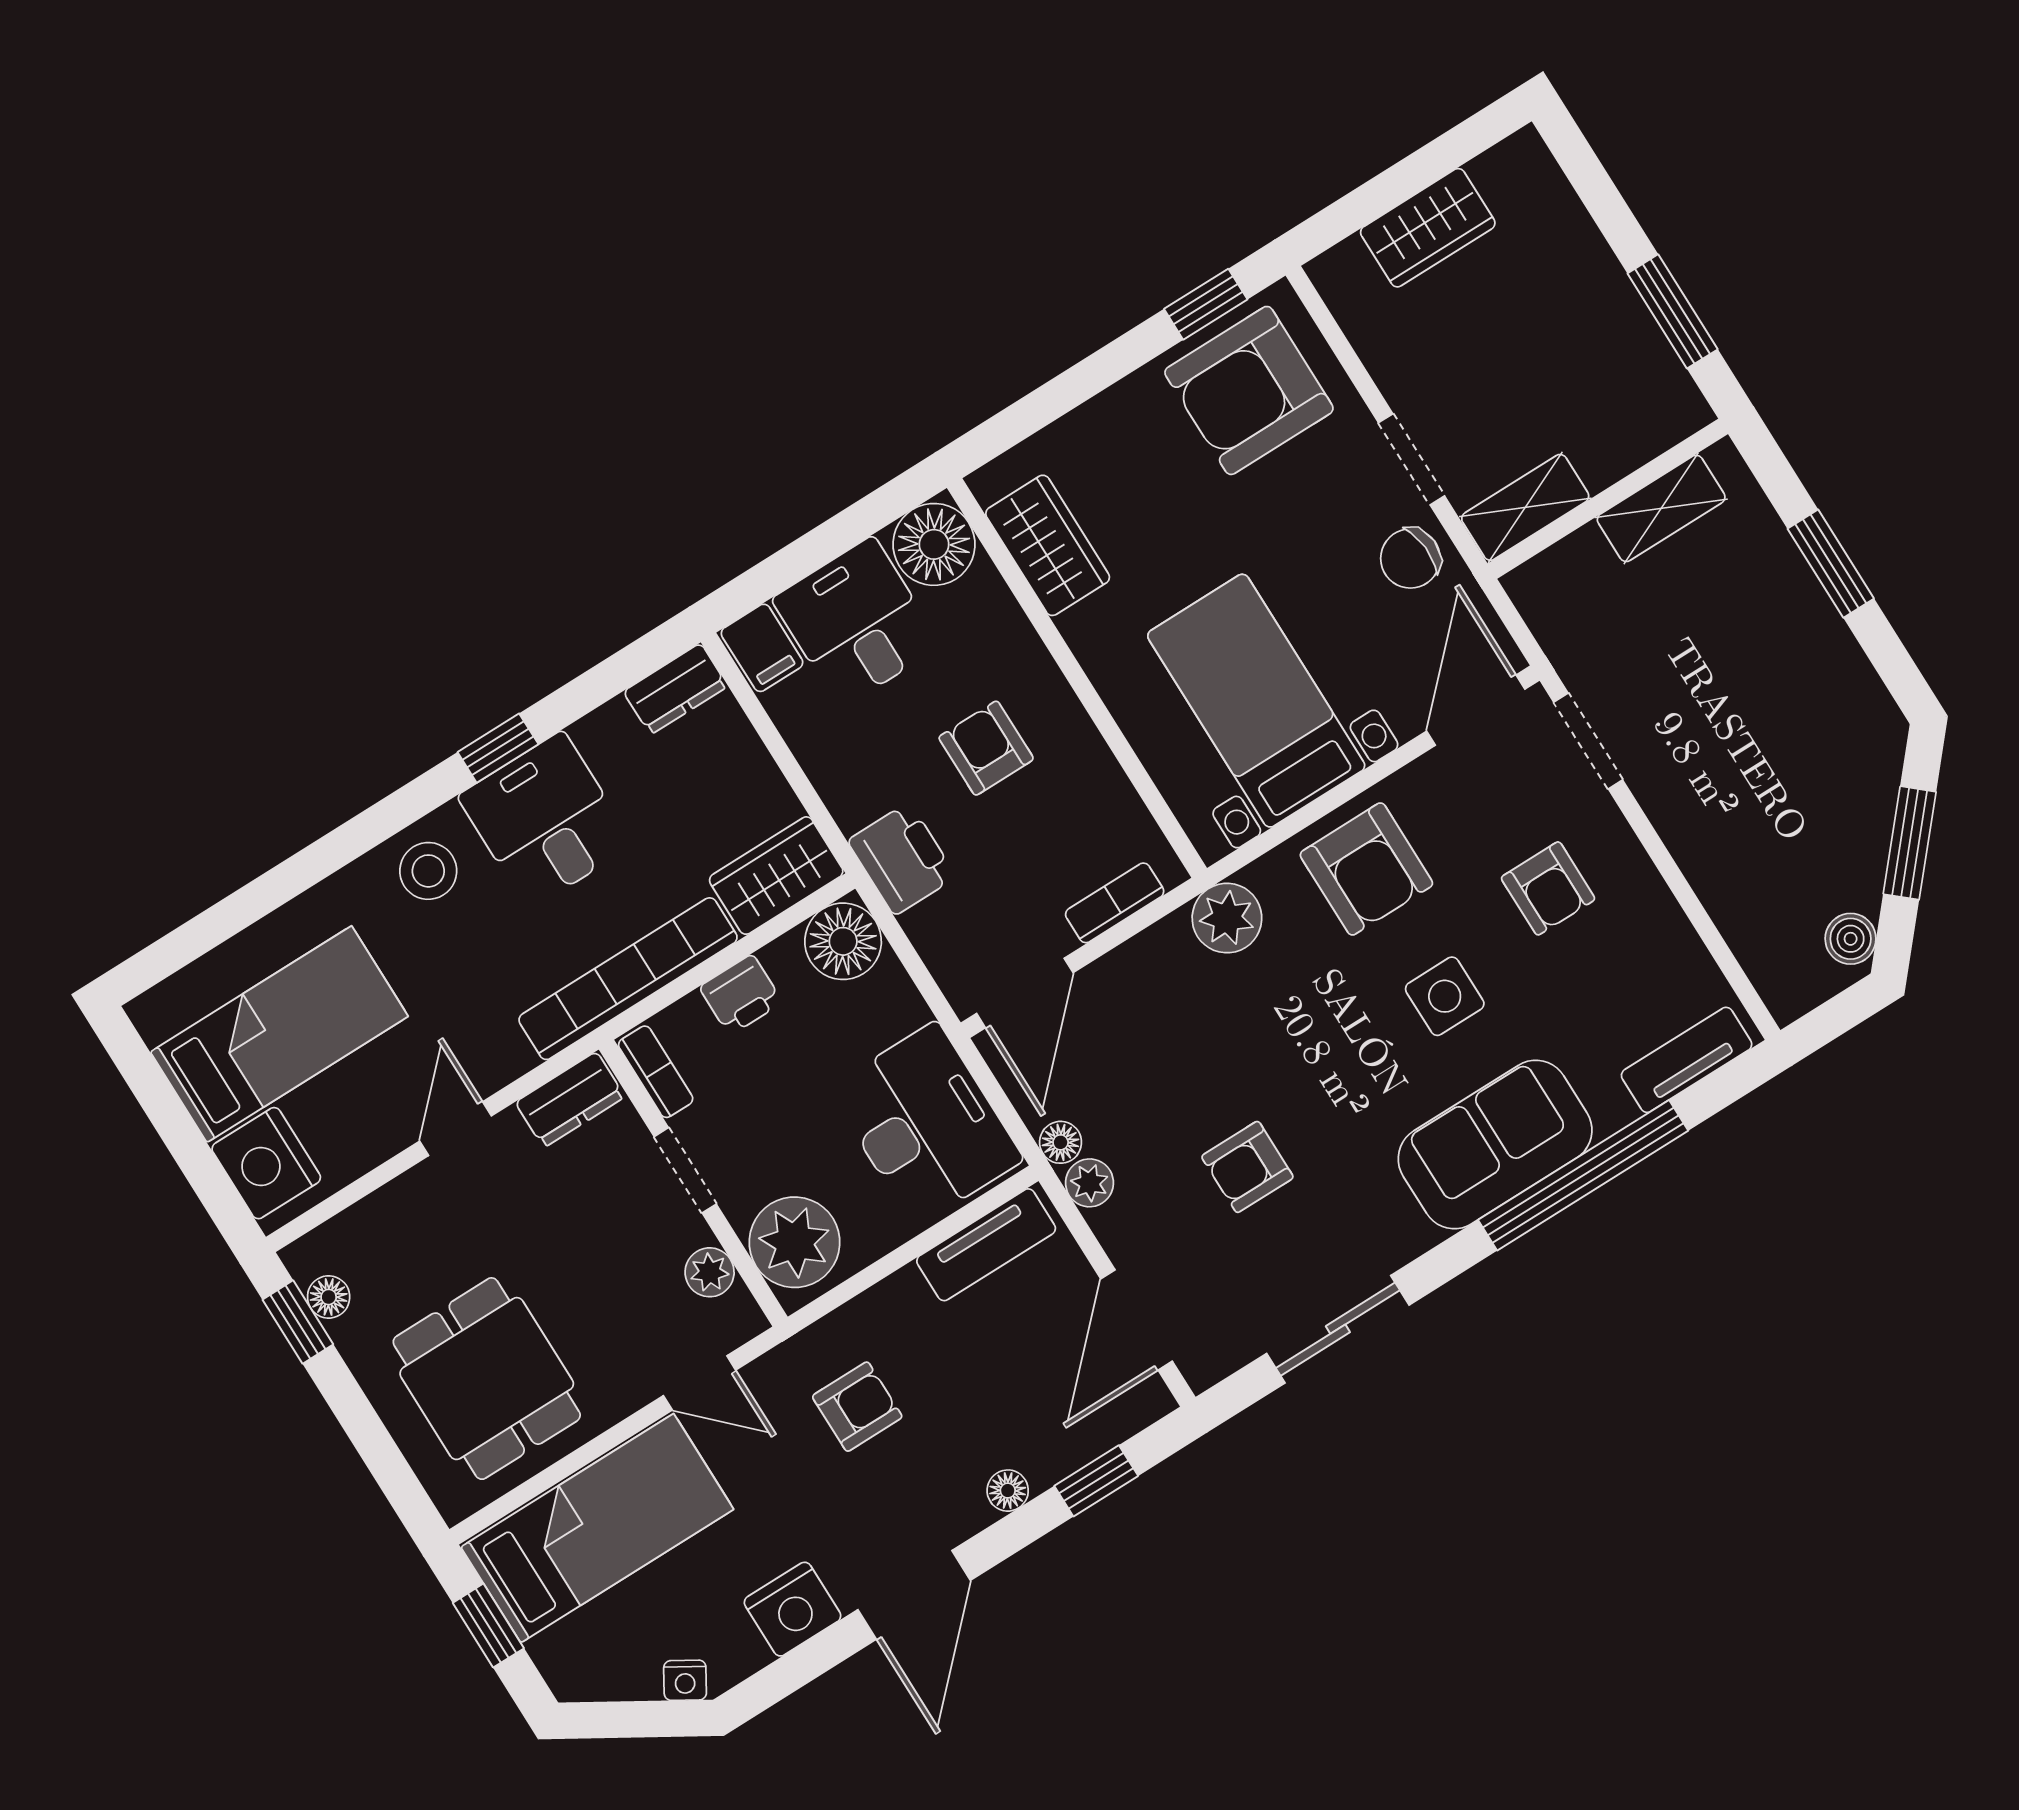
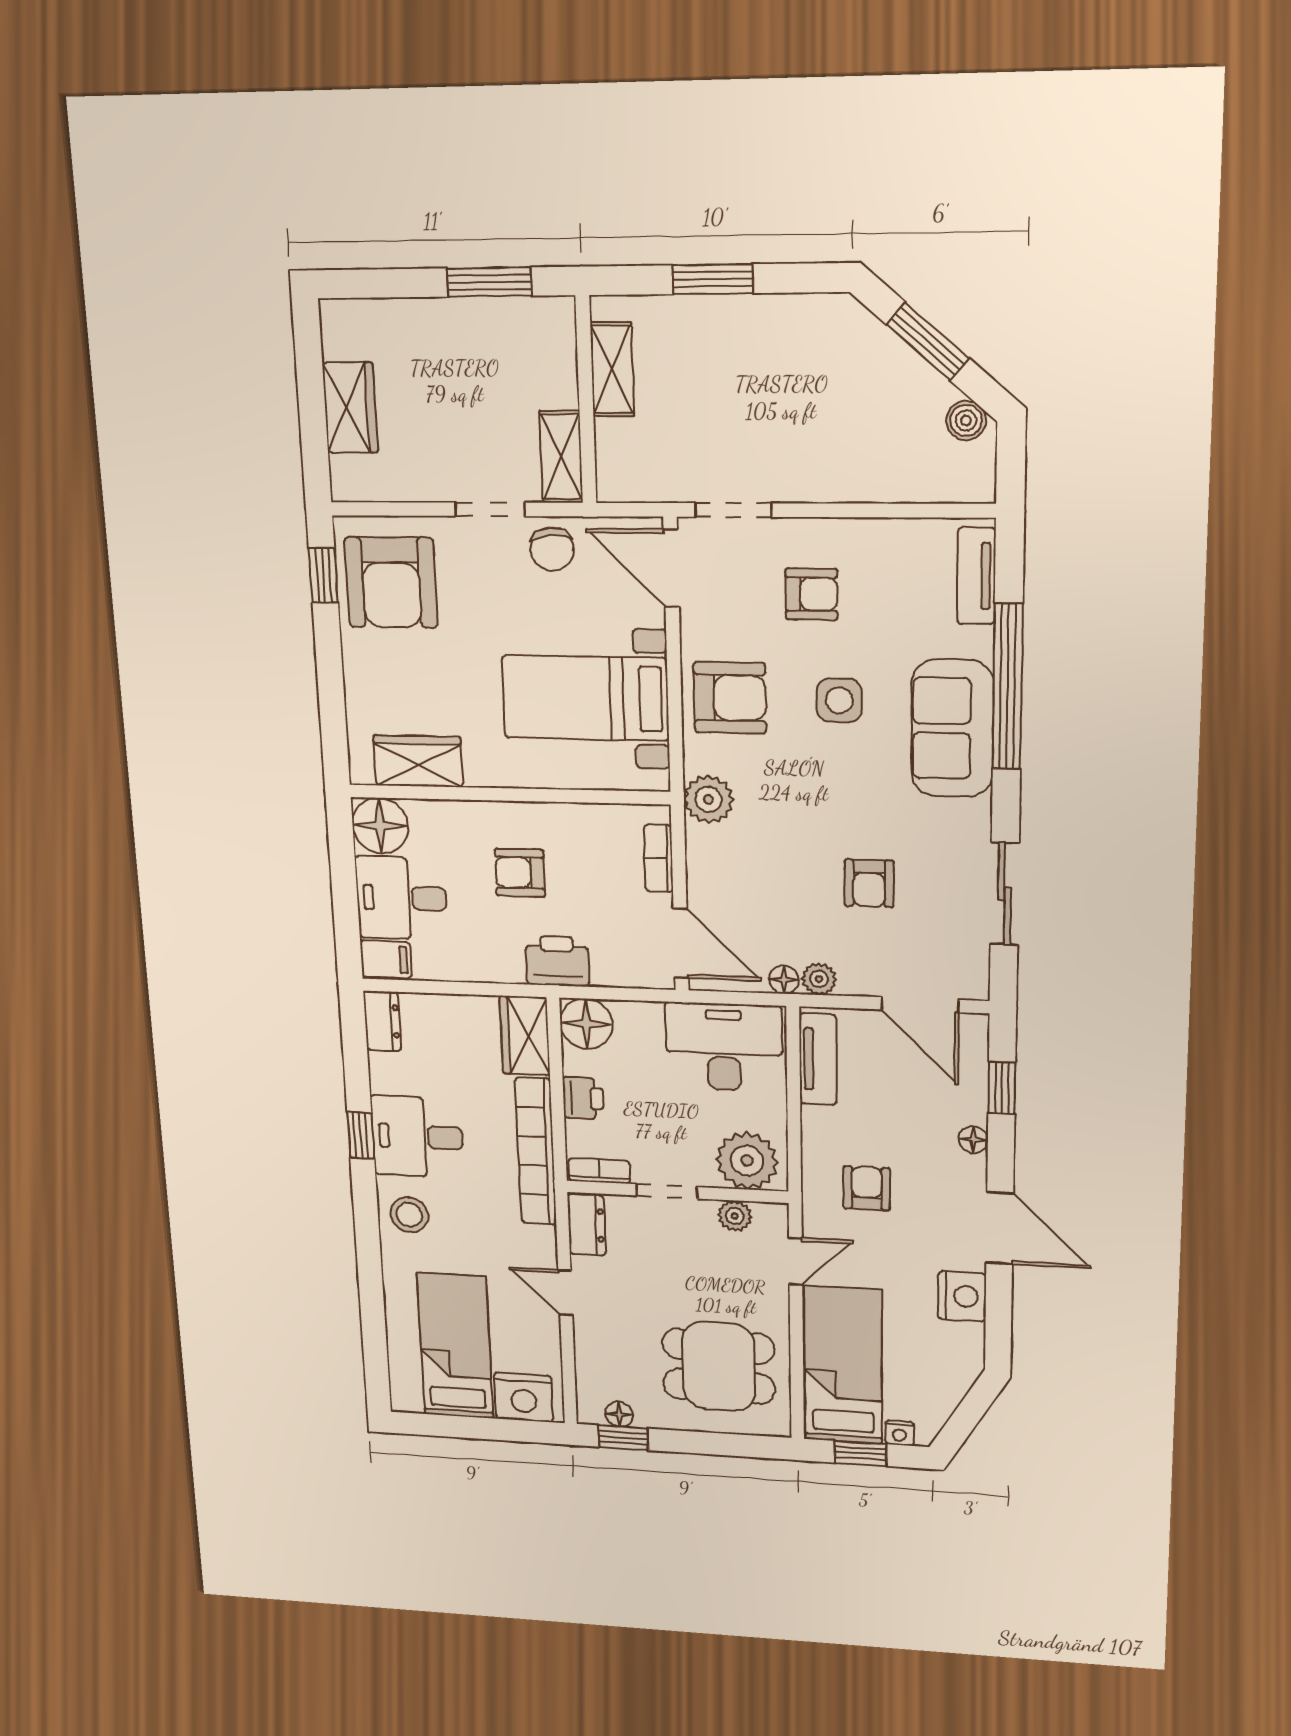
nightstand: (685, 1680) -> (899, 1433), moved, turned 59

